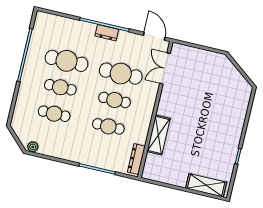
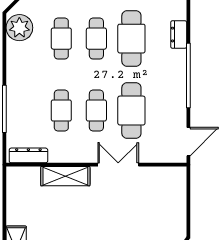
dresser: (107, 33) -> (179, 35), moved
double door: (165, 68) -> (118, 165), moved
plant: (33, 147) -> (19, 28), width x1.87, depth x1.87

